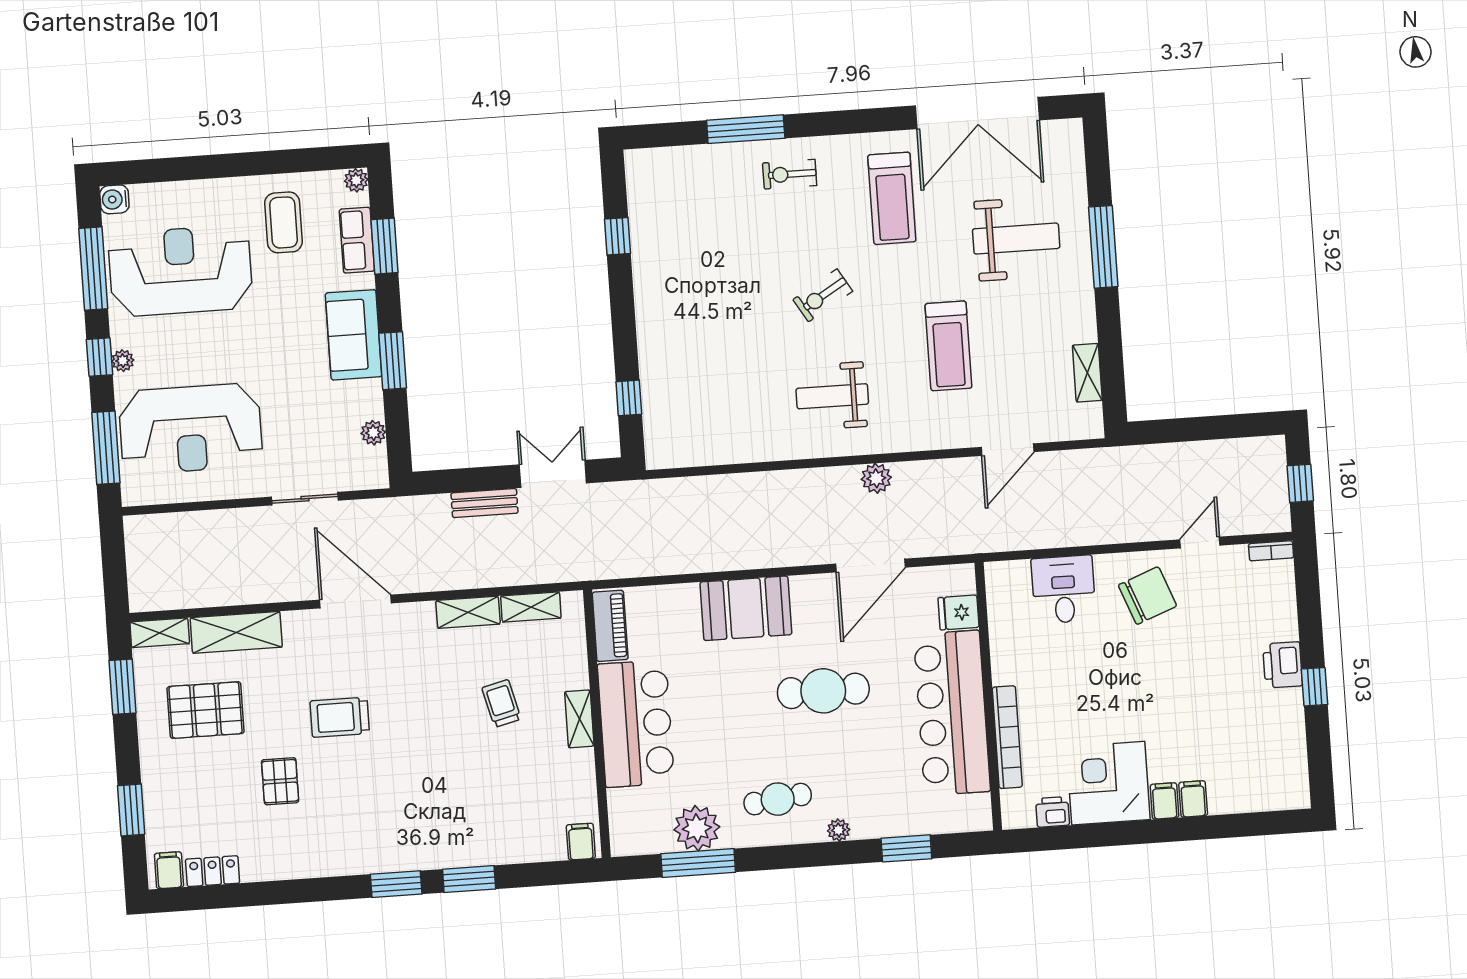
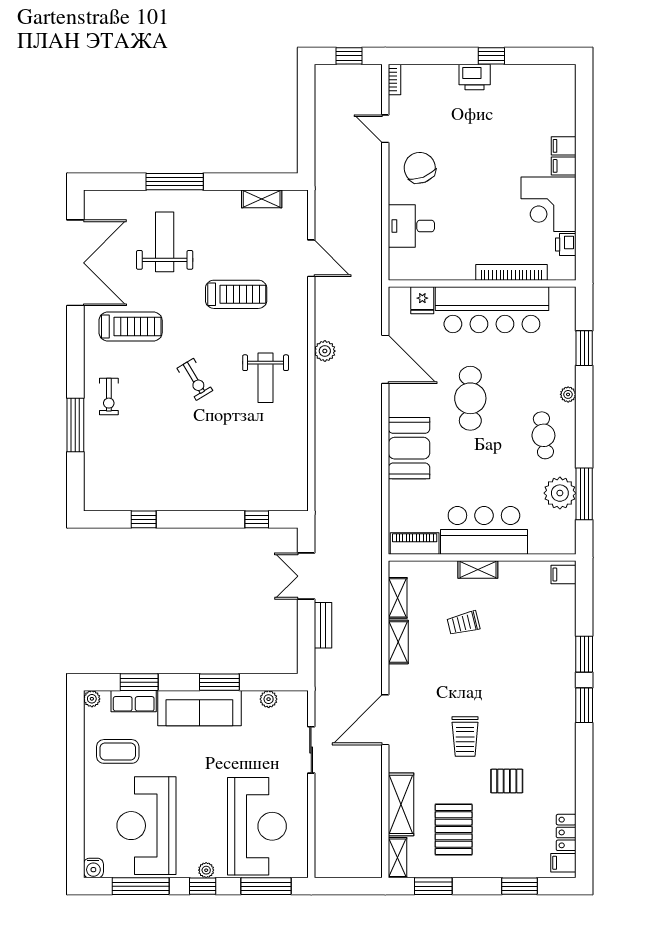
sofa: (354, 335) -> (199, 708), width x1.36

